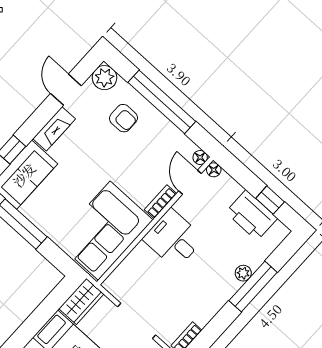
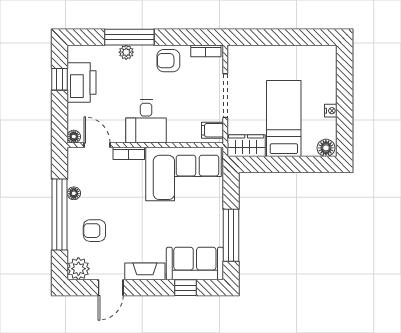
armchair: (123, 118) -> (94, 231), turned -90
floor lamp: (200, 157) -> (74, 193), moved
door: (190, 182) -> (97, 145), swing flipped
filing cabinet: (118, 286) -> (213, 130), added
armchair: (206, 301) -> (168, 61), added

